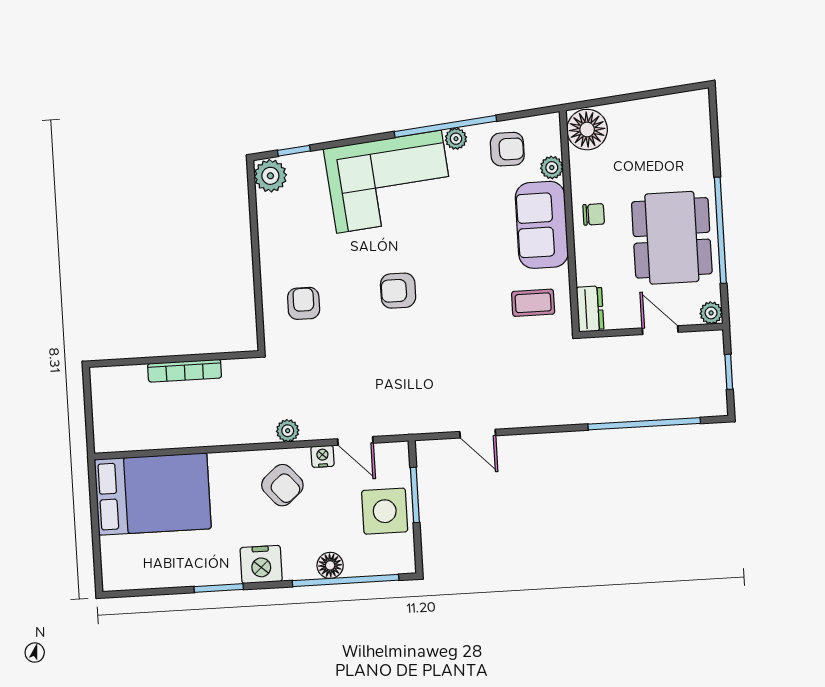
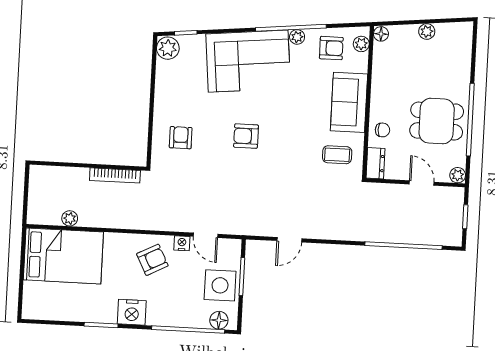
plant: (643, 110) -> (427, 31), added
floor lamp: (587, 130) -> (381, 34), width x0.53, depth x0.53
plant: (552, 168) -> (361, 44), moved
chair: (594, 214) -> (382, 130), moved
dining table: (672, 238) -> (437, 121), width x0.73
bookcase: (185, 371) -> (115, 175), moved
plant: (288, 431) -> (70, 218), moved
door: (478, 434) -> (289, 240), hinge flipped
armchair: (282, 485) -> (152, 260), turned -76
floor lamp: (330, 565) -> (219, 320), moved

